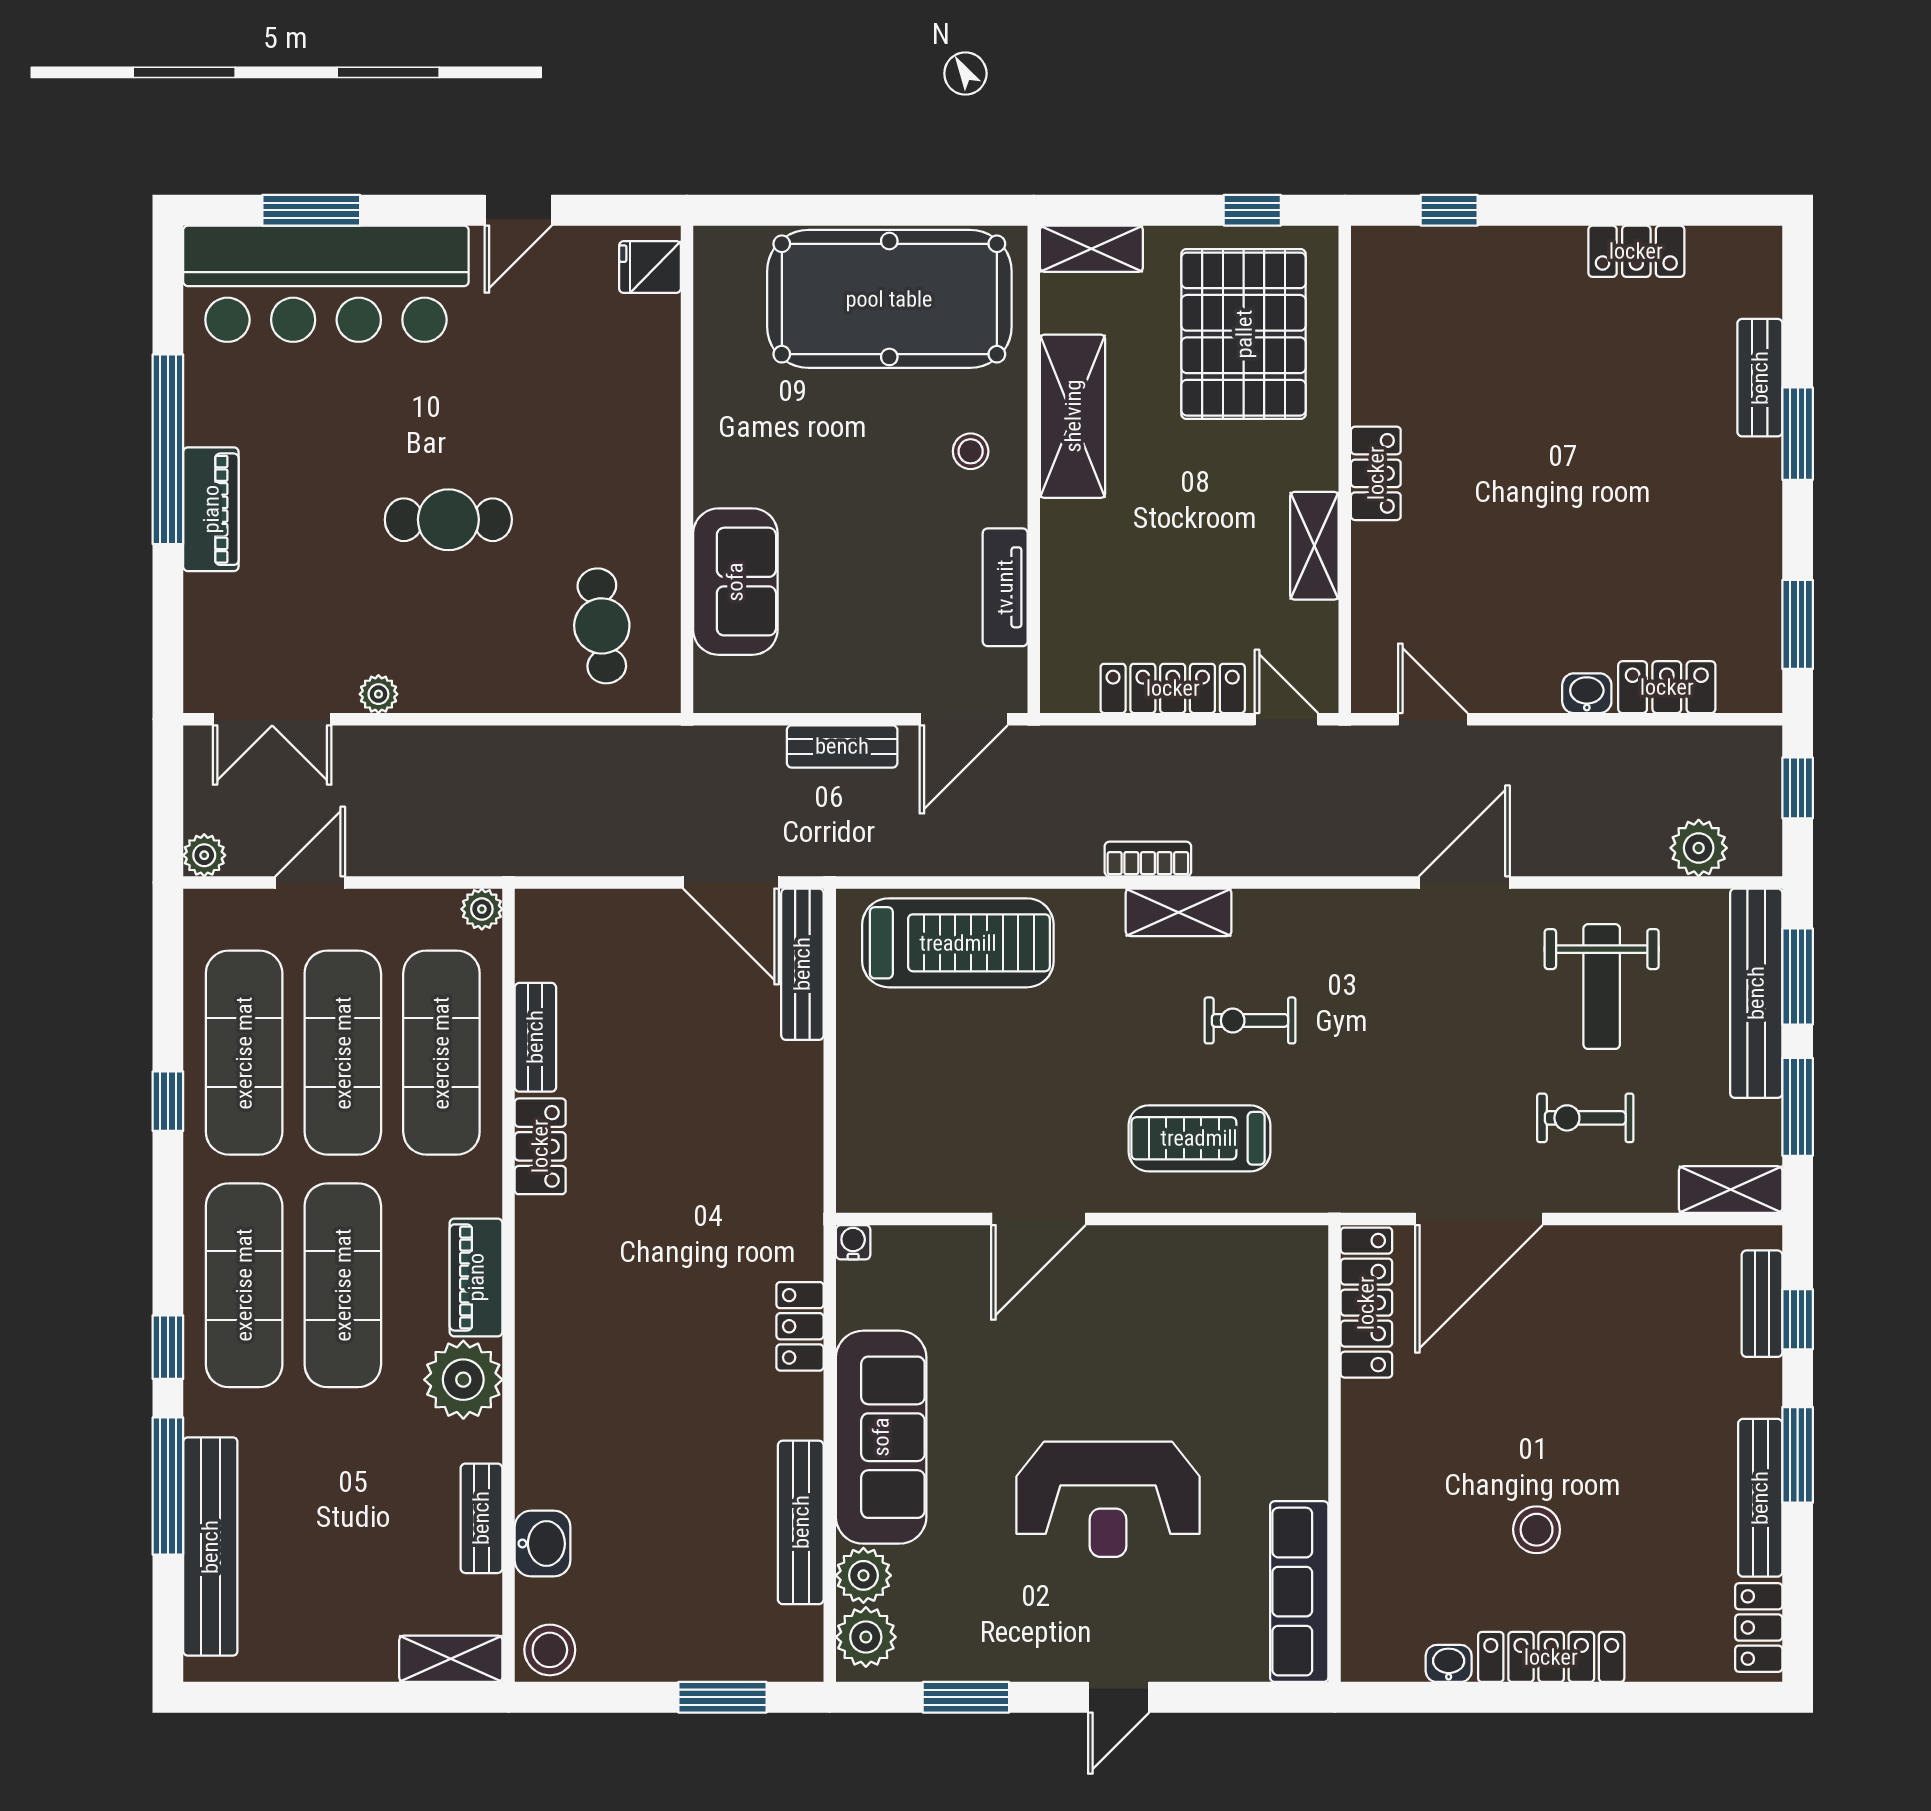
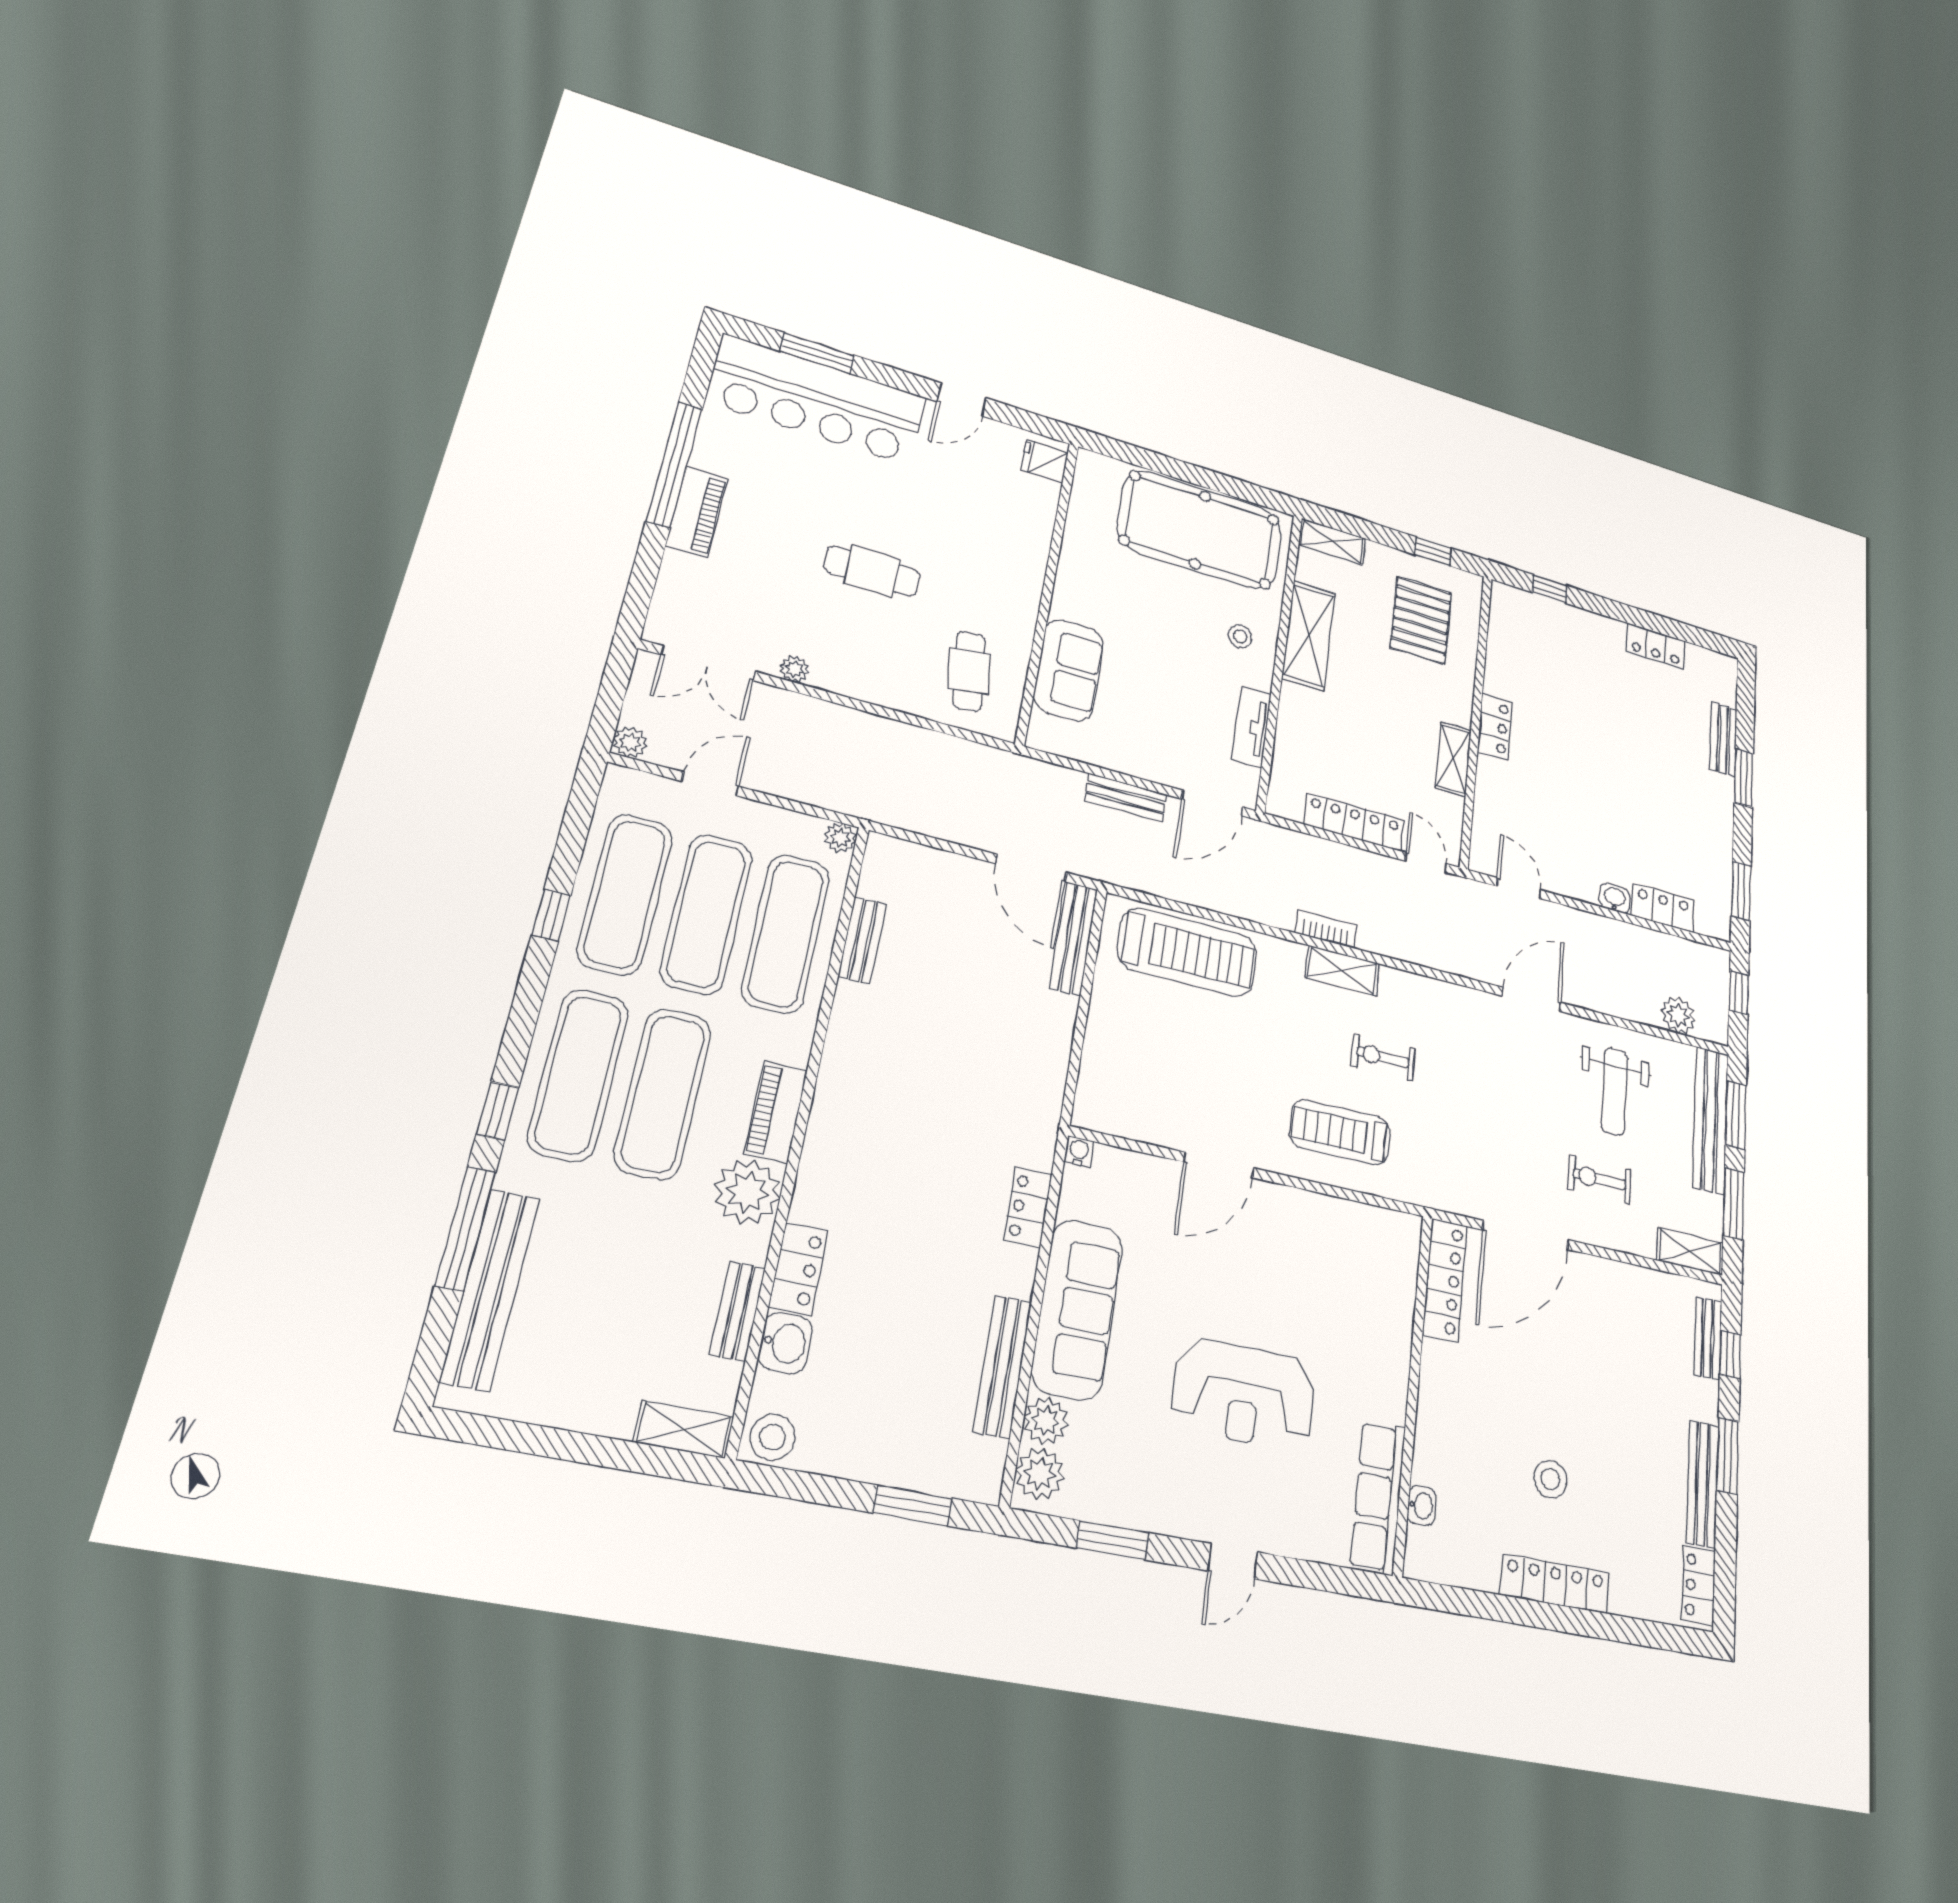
pallet: (1244, 334) -> (1421, 620), width x0.73, depth x0.71
locker: (540, 1146) -> (799, 1268), moved
washbasin: (1449, 1663) -> (1422, 1506), moved, turned 90

